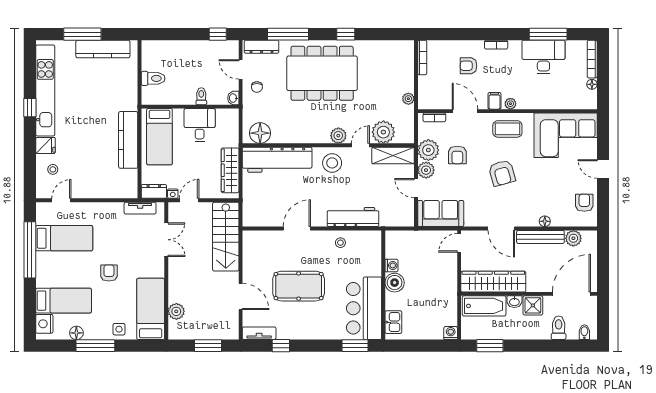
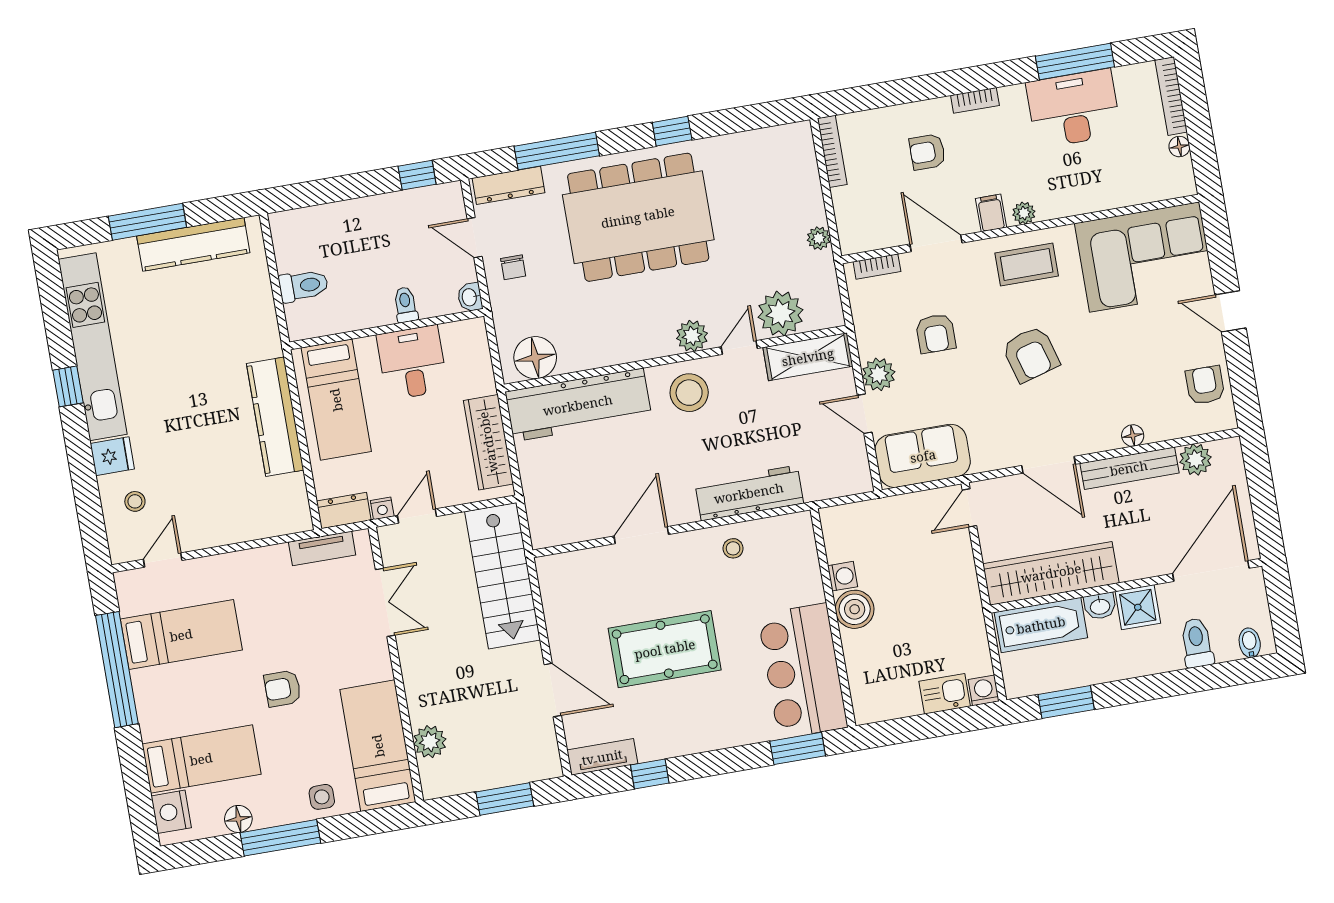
plant: (428, 150) -> (876, 334), removed
armchair: (109, 273) -> (282, 688), turned -90
kitchen sink: (393, 322) -> (945, 694), moved, turned -90

